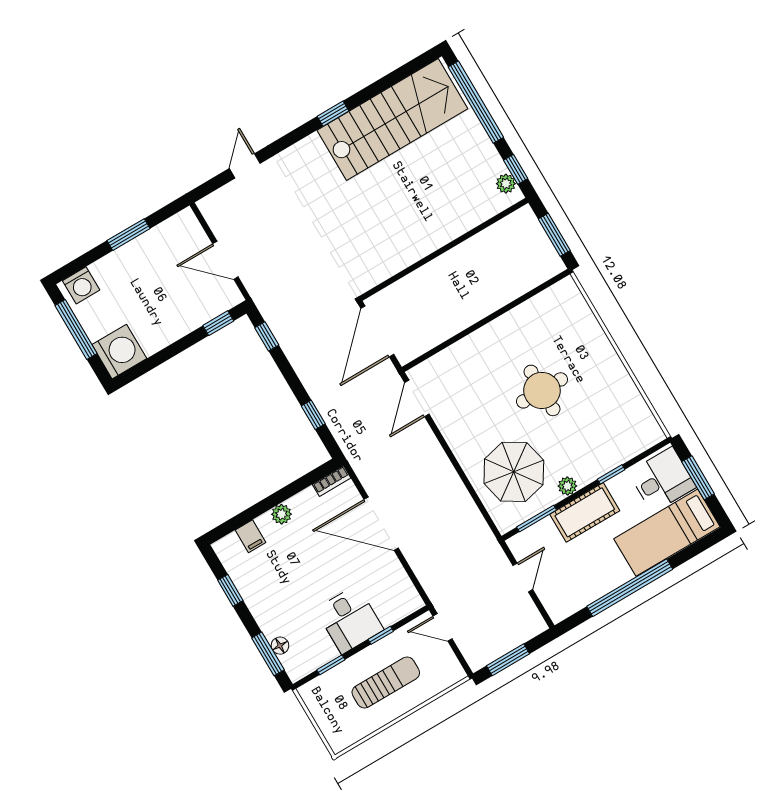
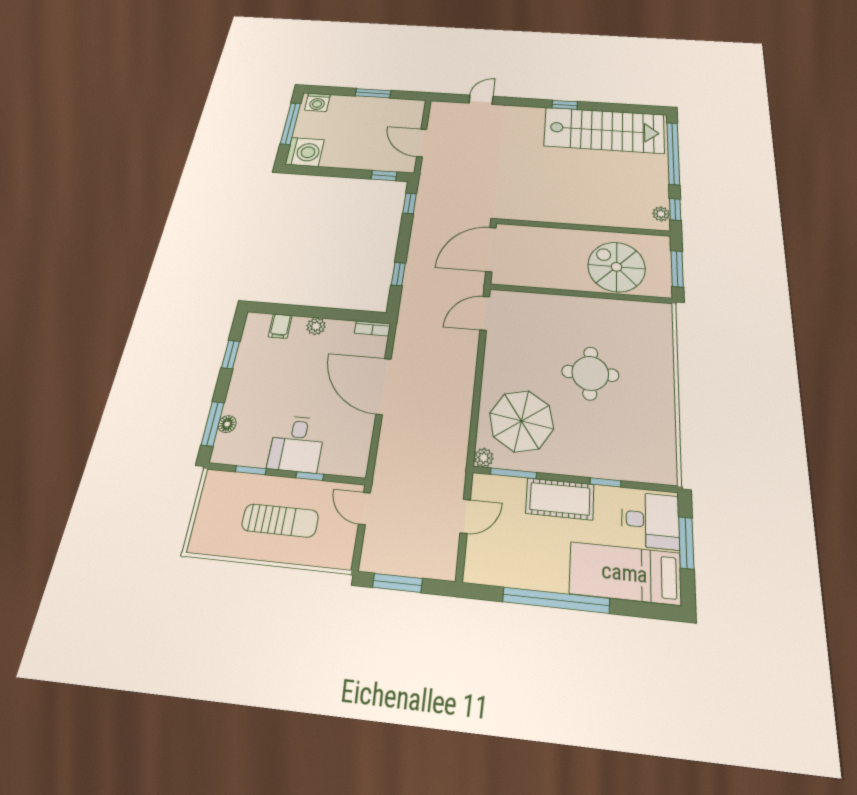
spiral stairs: (500, 270) -> (617, 267), added
plant: (567, 486) -> (484, 458), moved

